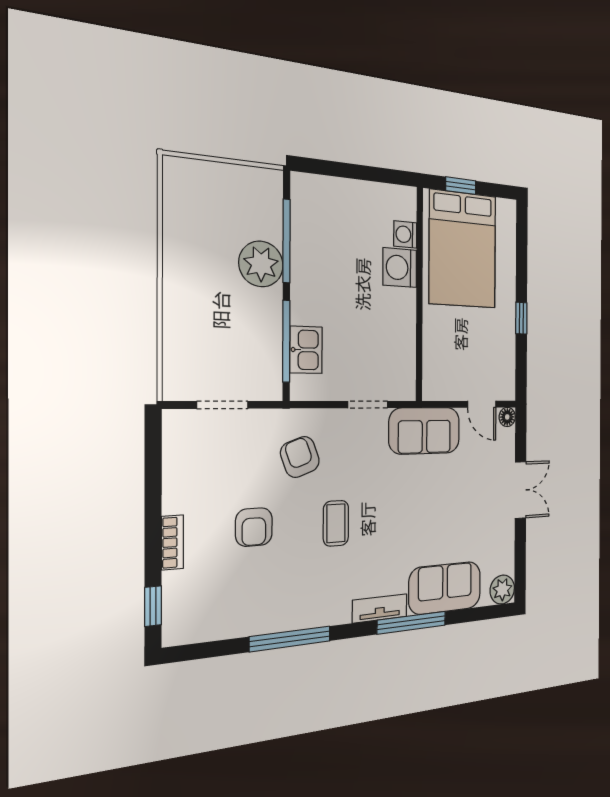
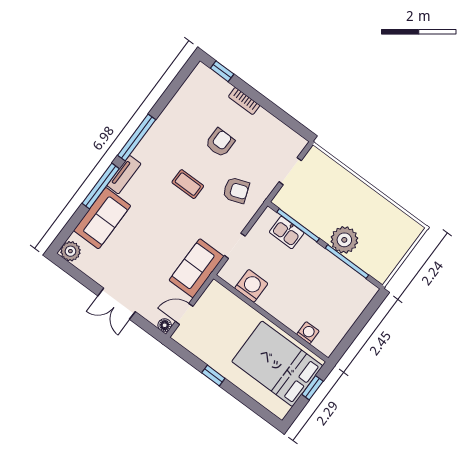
washing machine: (400, 268) -> (251, 286), moved
armchair: (254, 527) -> (220, 143), turned 90
window: (290, 639) -> (137, 137), moved

